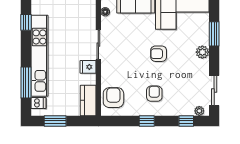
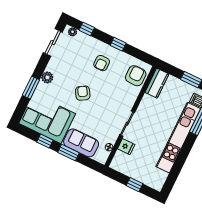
window: (26, 22) -> (176, 169), removed
armchair: (159, 54) -> (83, 93), turned -122
fridge: (88, 67) -> (126, 147), moved
armchair: (113, 98) -> (136, 76), turned 180

